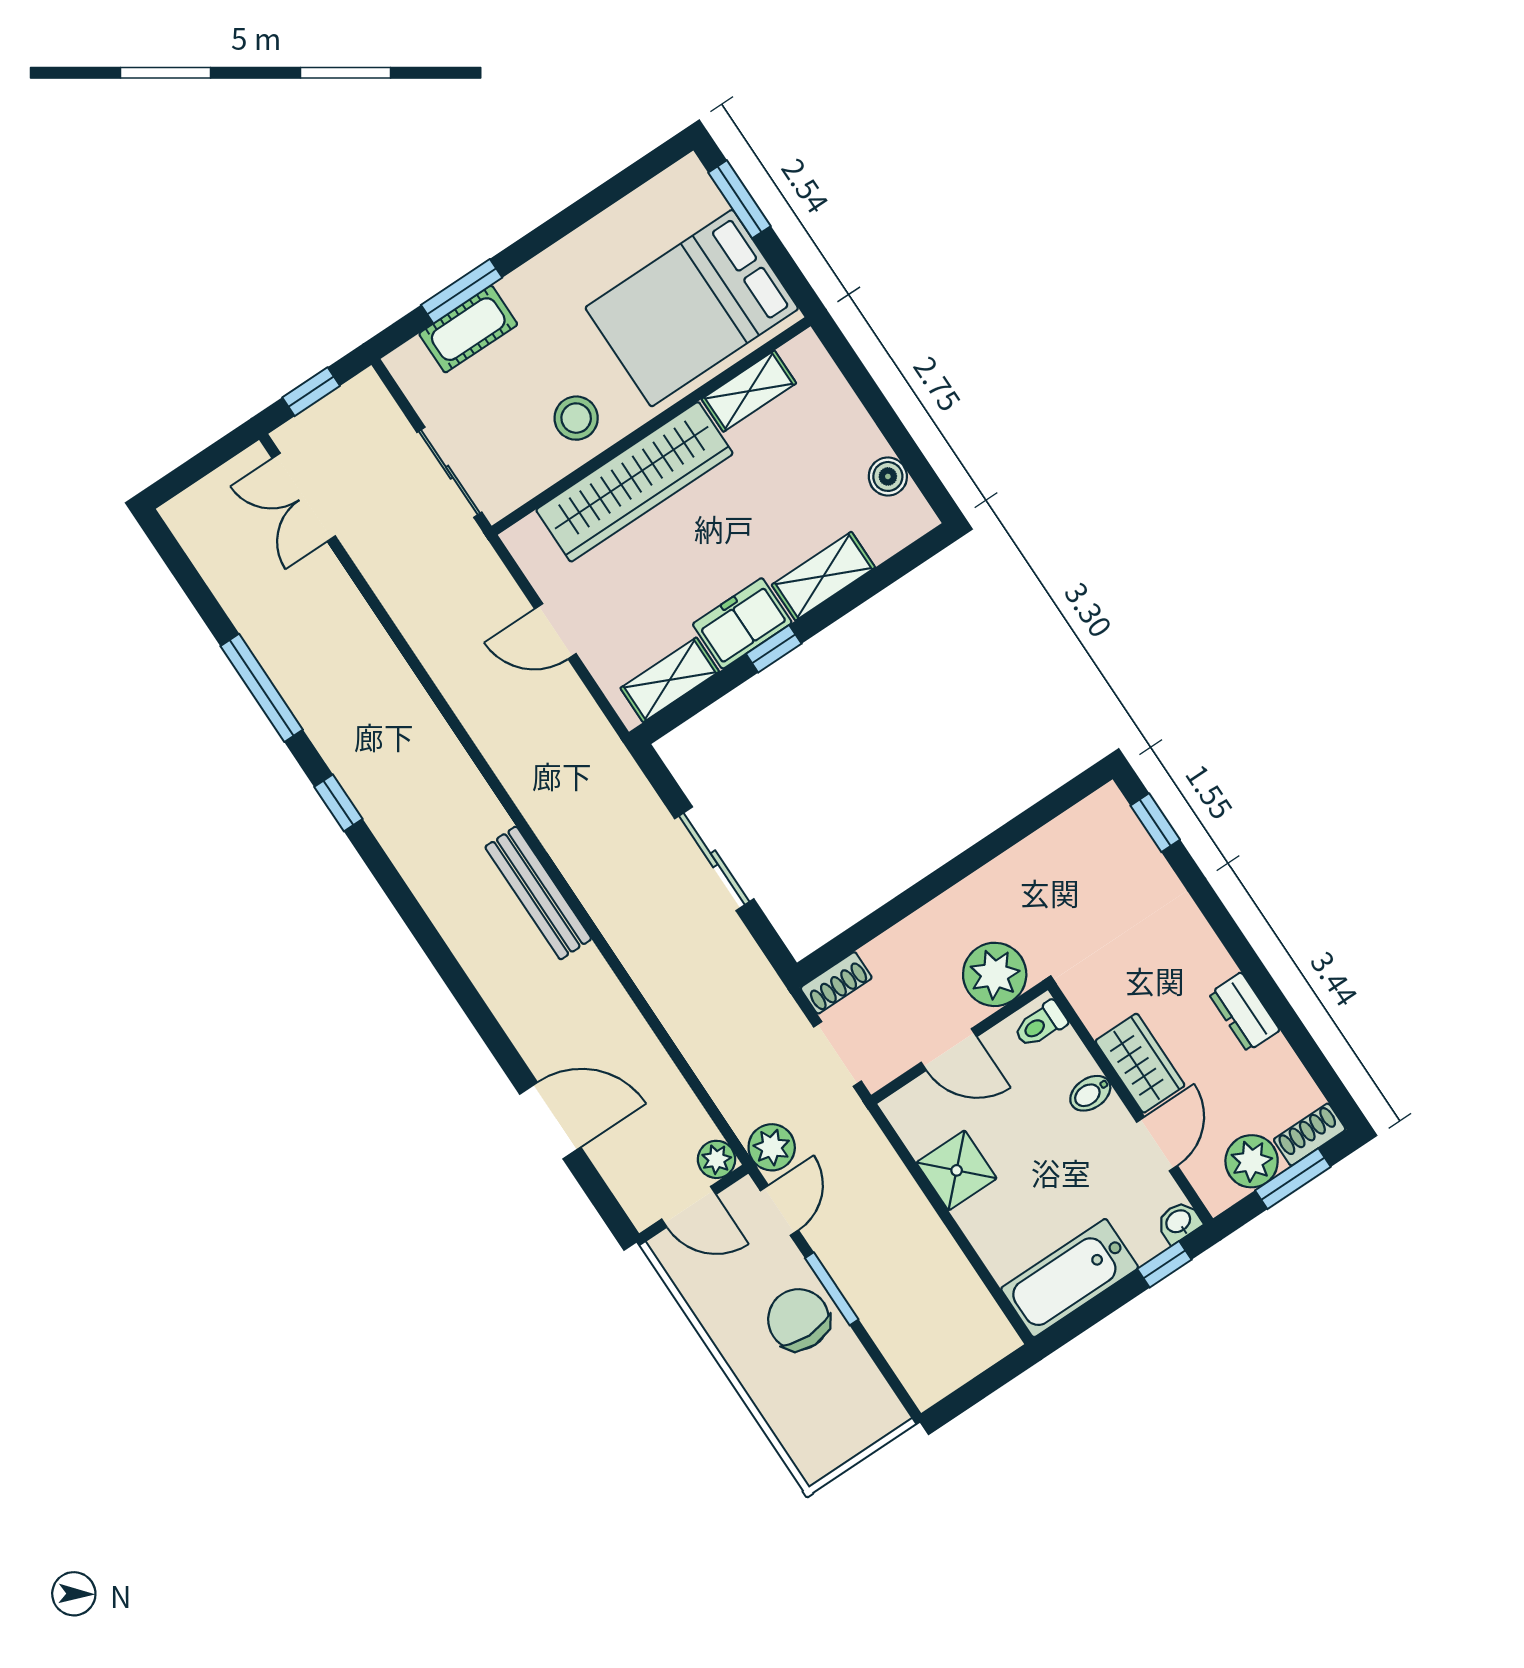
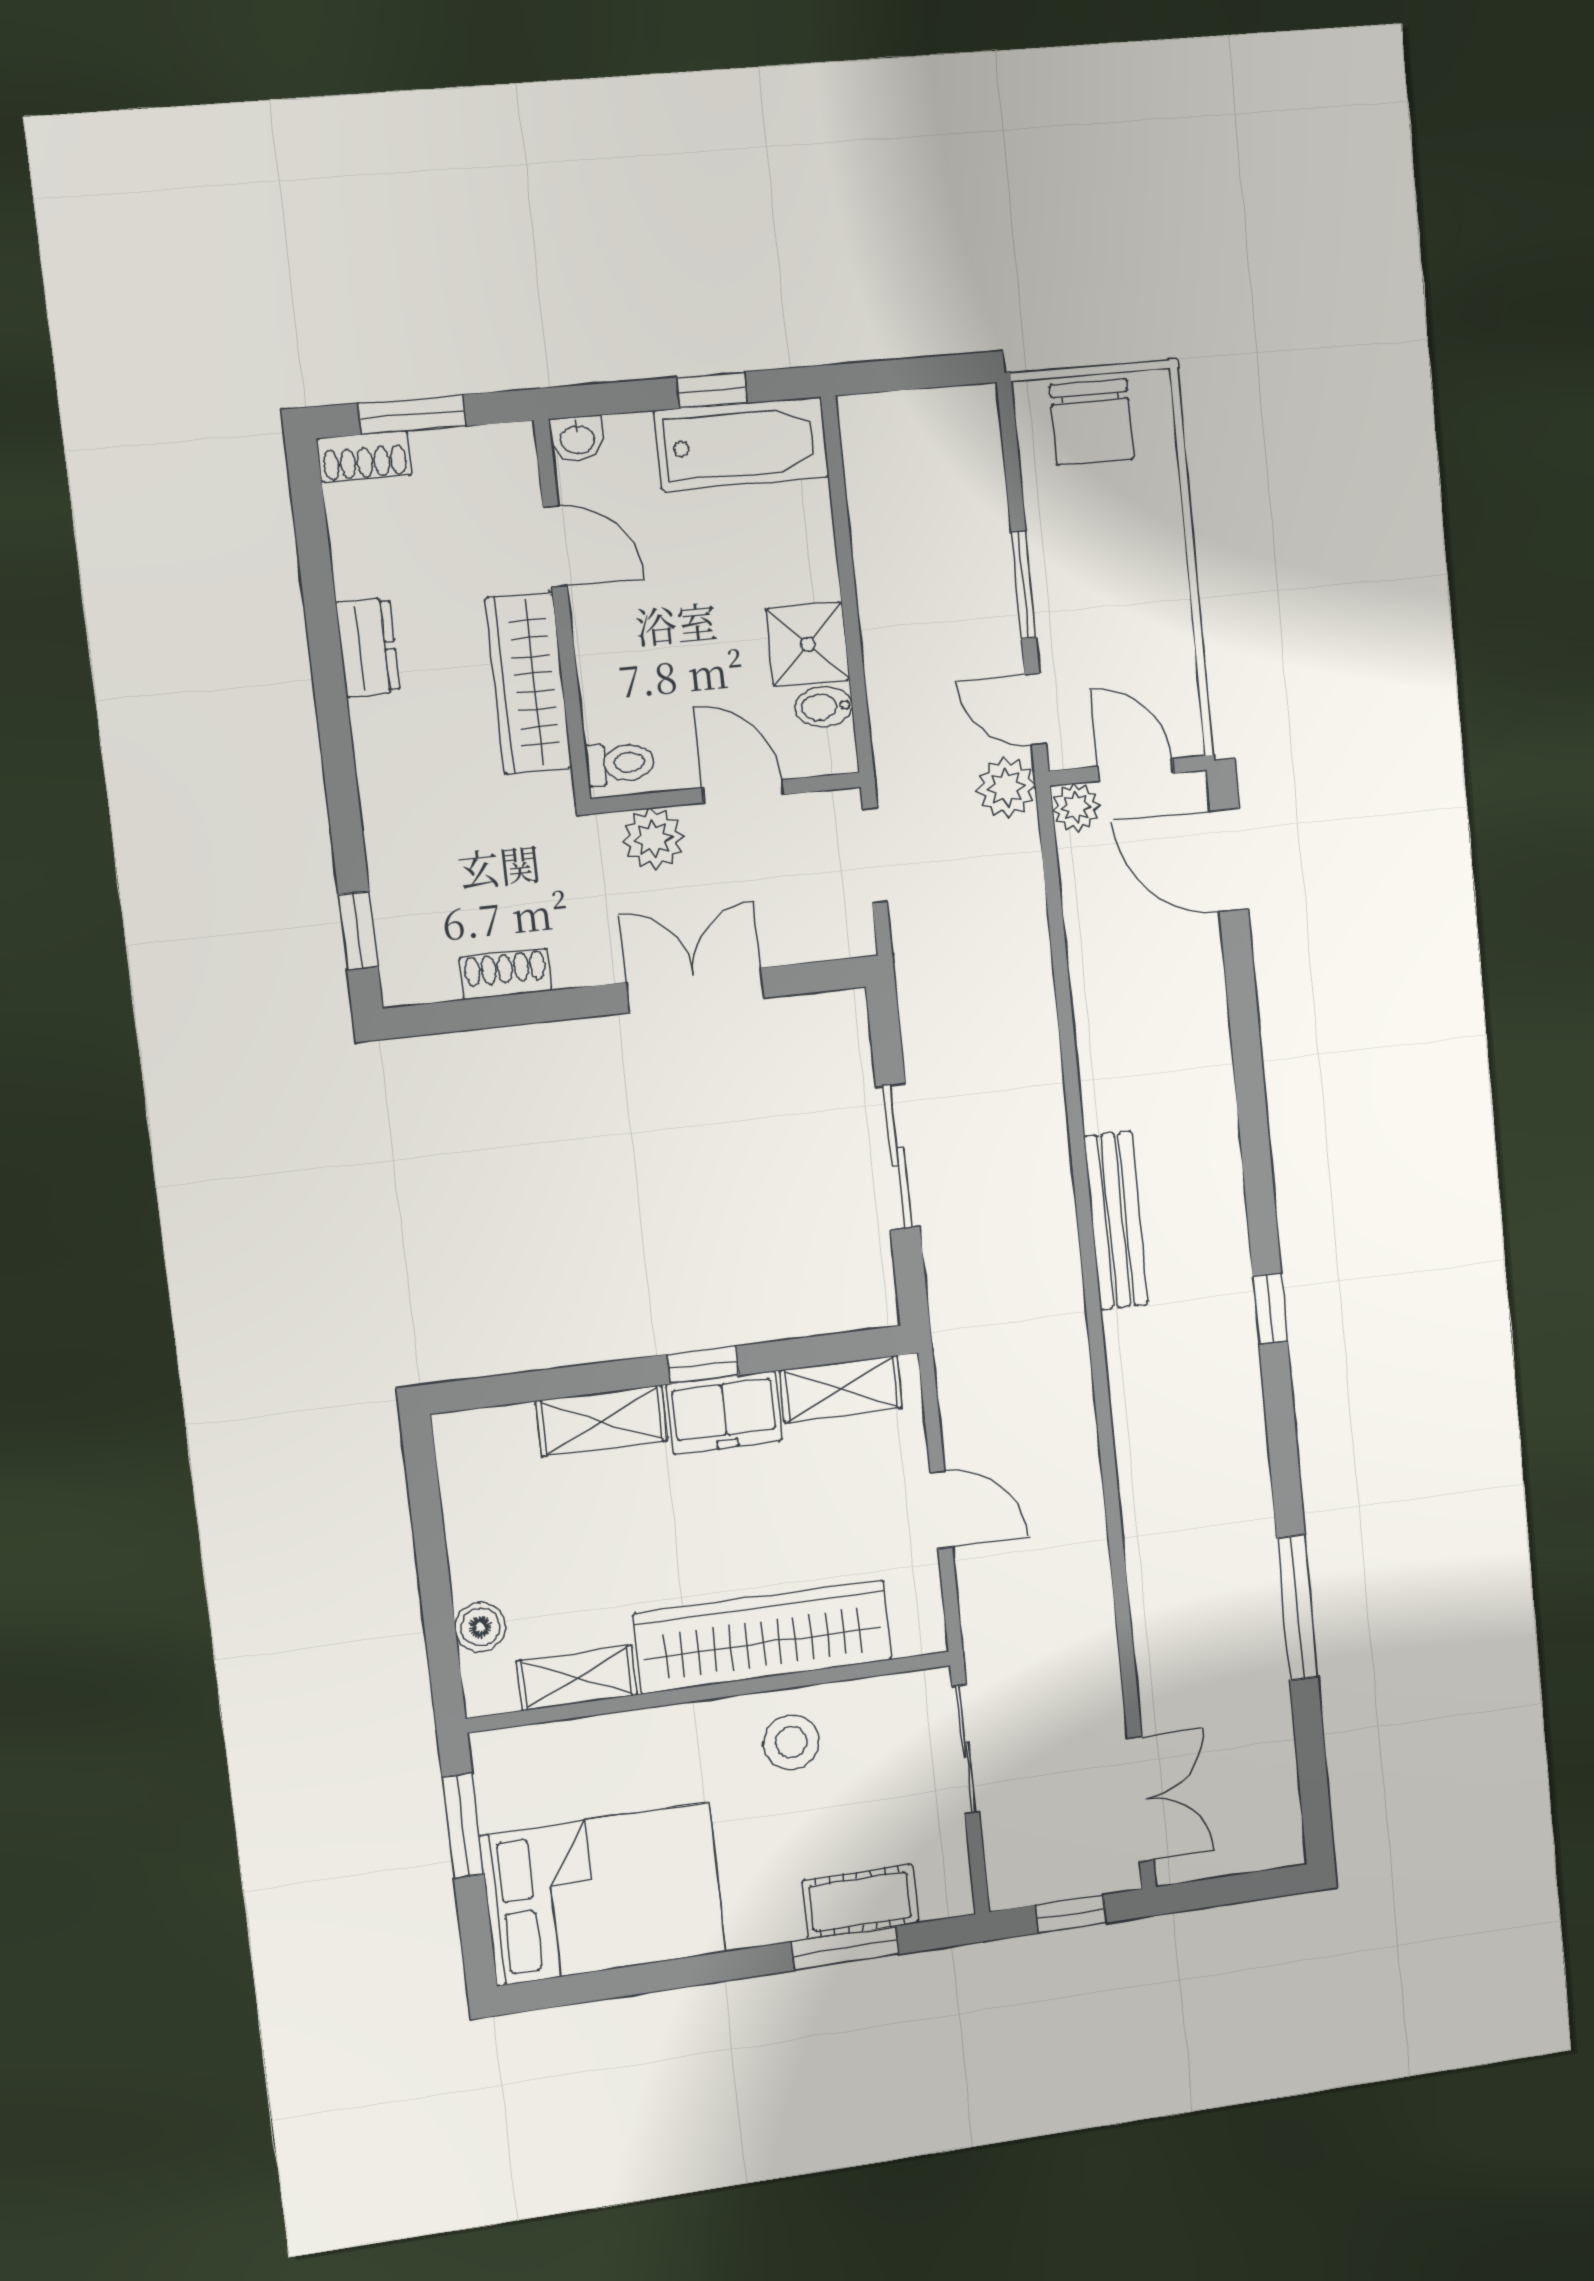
window: (739, 199) -> (463, 1826), moved
bed: (692, 308) -> (603, 1894), moved
boiler: (888, 476) -> (480, 1627), moved
window: (338, 803) -> (1270, 1309), moved
double door: (912, 900) -> (695, 990), added
plant: (995, 974) -> (653, 839), width x0.73, depth x0.73
shoe rack: (836, 983) -> (505, 974), moved
wardrobe: (1140, 1063) -> (529, 683), width x1.50
bidet: (1090, 1093) -> (824, 707), moved, turned 180
door: (550, 1121) -> (1229, 860), moved
door: (1157, 1144) -> (555, 546), swing flipped
plant: (1252, 1161) -> (452, 463), removed
door: (779, 1210) -> (1036, 709), hinge flipped
window: (1164, 1264) -> (712, 390), moved
chair: (799, 1320) -> (1092, 422), moved

